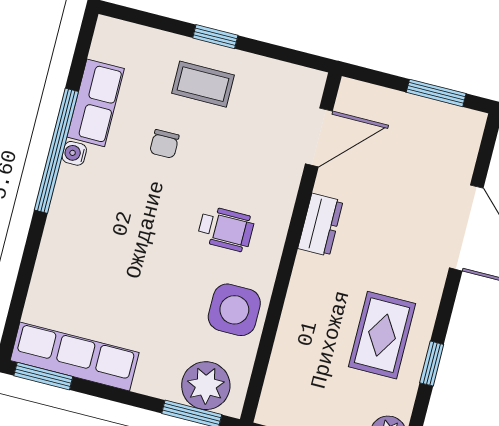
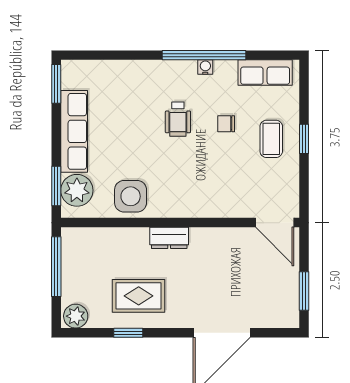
row of seats: (96, 103) -> (265, 73), moved
door: (319, 137) -> (275, 223), moved
dresser: (320, 225) -> (169, 238), moved
wheelchair: (226, 229) -> (178, 119), moved
row of seats: (75, 356) -> (74, 131), moved

